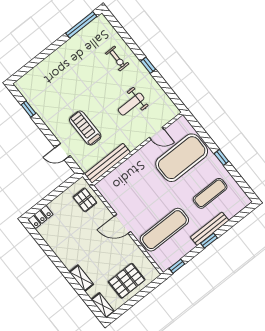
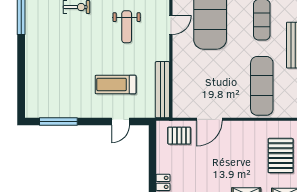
window: (28, 109) -> (58, 121), width x2.17
door: (122, 224) -> (209, 119), moved

